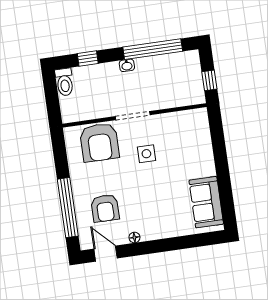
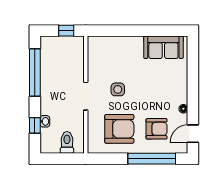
washbasin: (127, 65) -> (45, 121), moved
toilet: (65, 82) -> (67, 142), moved, turned -90
armchair: (99, 142) -> (119, 129), moved

